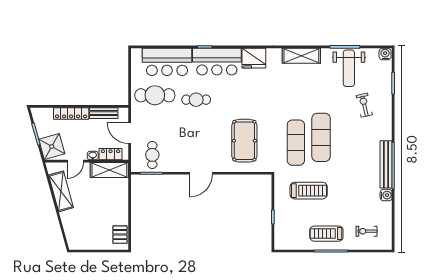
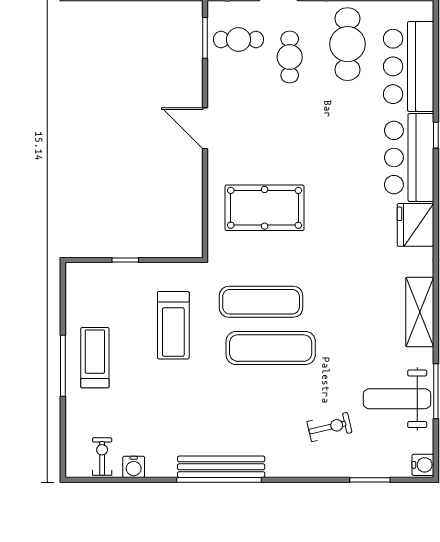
cafe table: (196, 100) -> (290, 57), moved
water cooler: (386, 195) -> (134, 467), moved
exercise bike: (366, 231) -> (102, 457), moved

